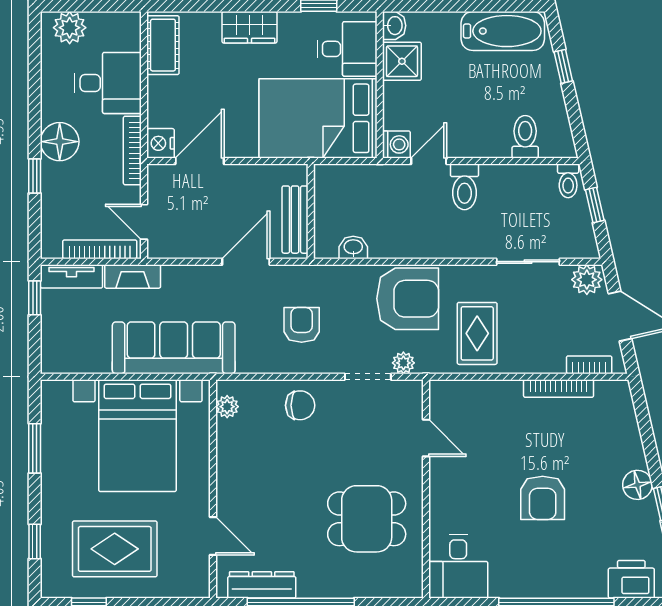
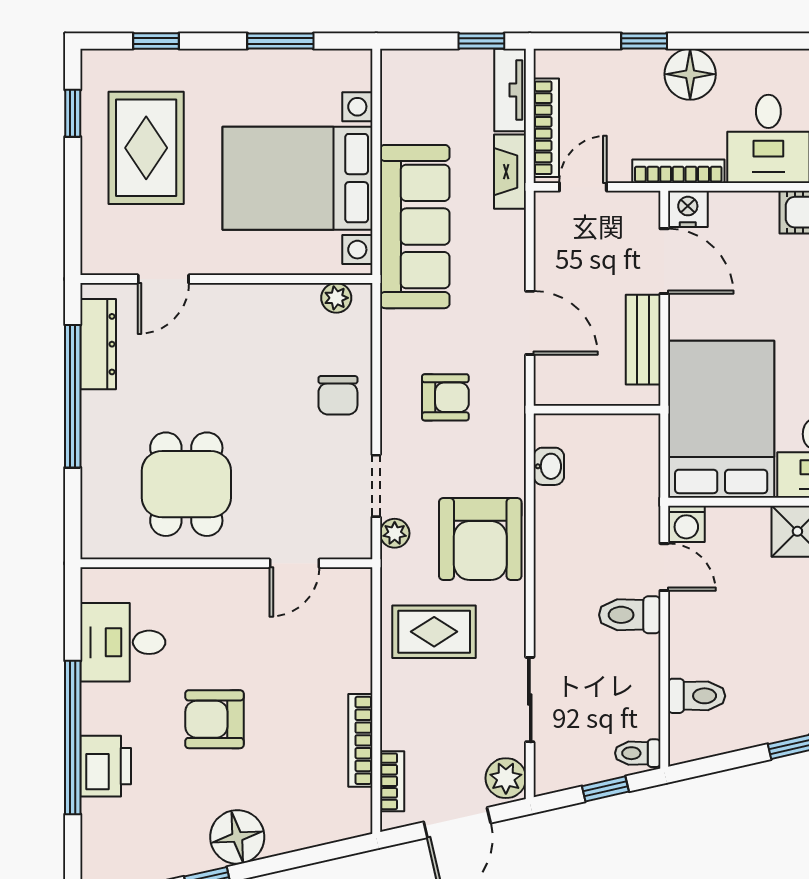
bench: (295, 220) -> (643, 340), moved, turned 90
floor lamp: (637, 485) -> (237, 837), width x1.38, depth x1.38
desk: (458, 566) -> (123, 642), moved
printer: (631, 579) -> (106, 766), moved

